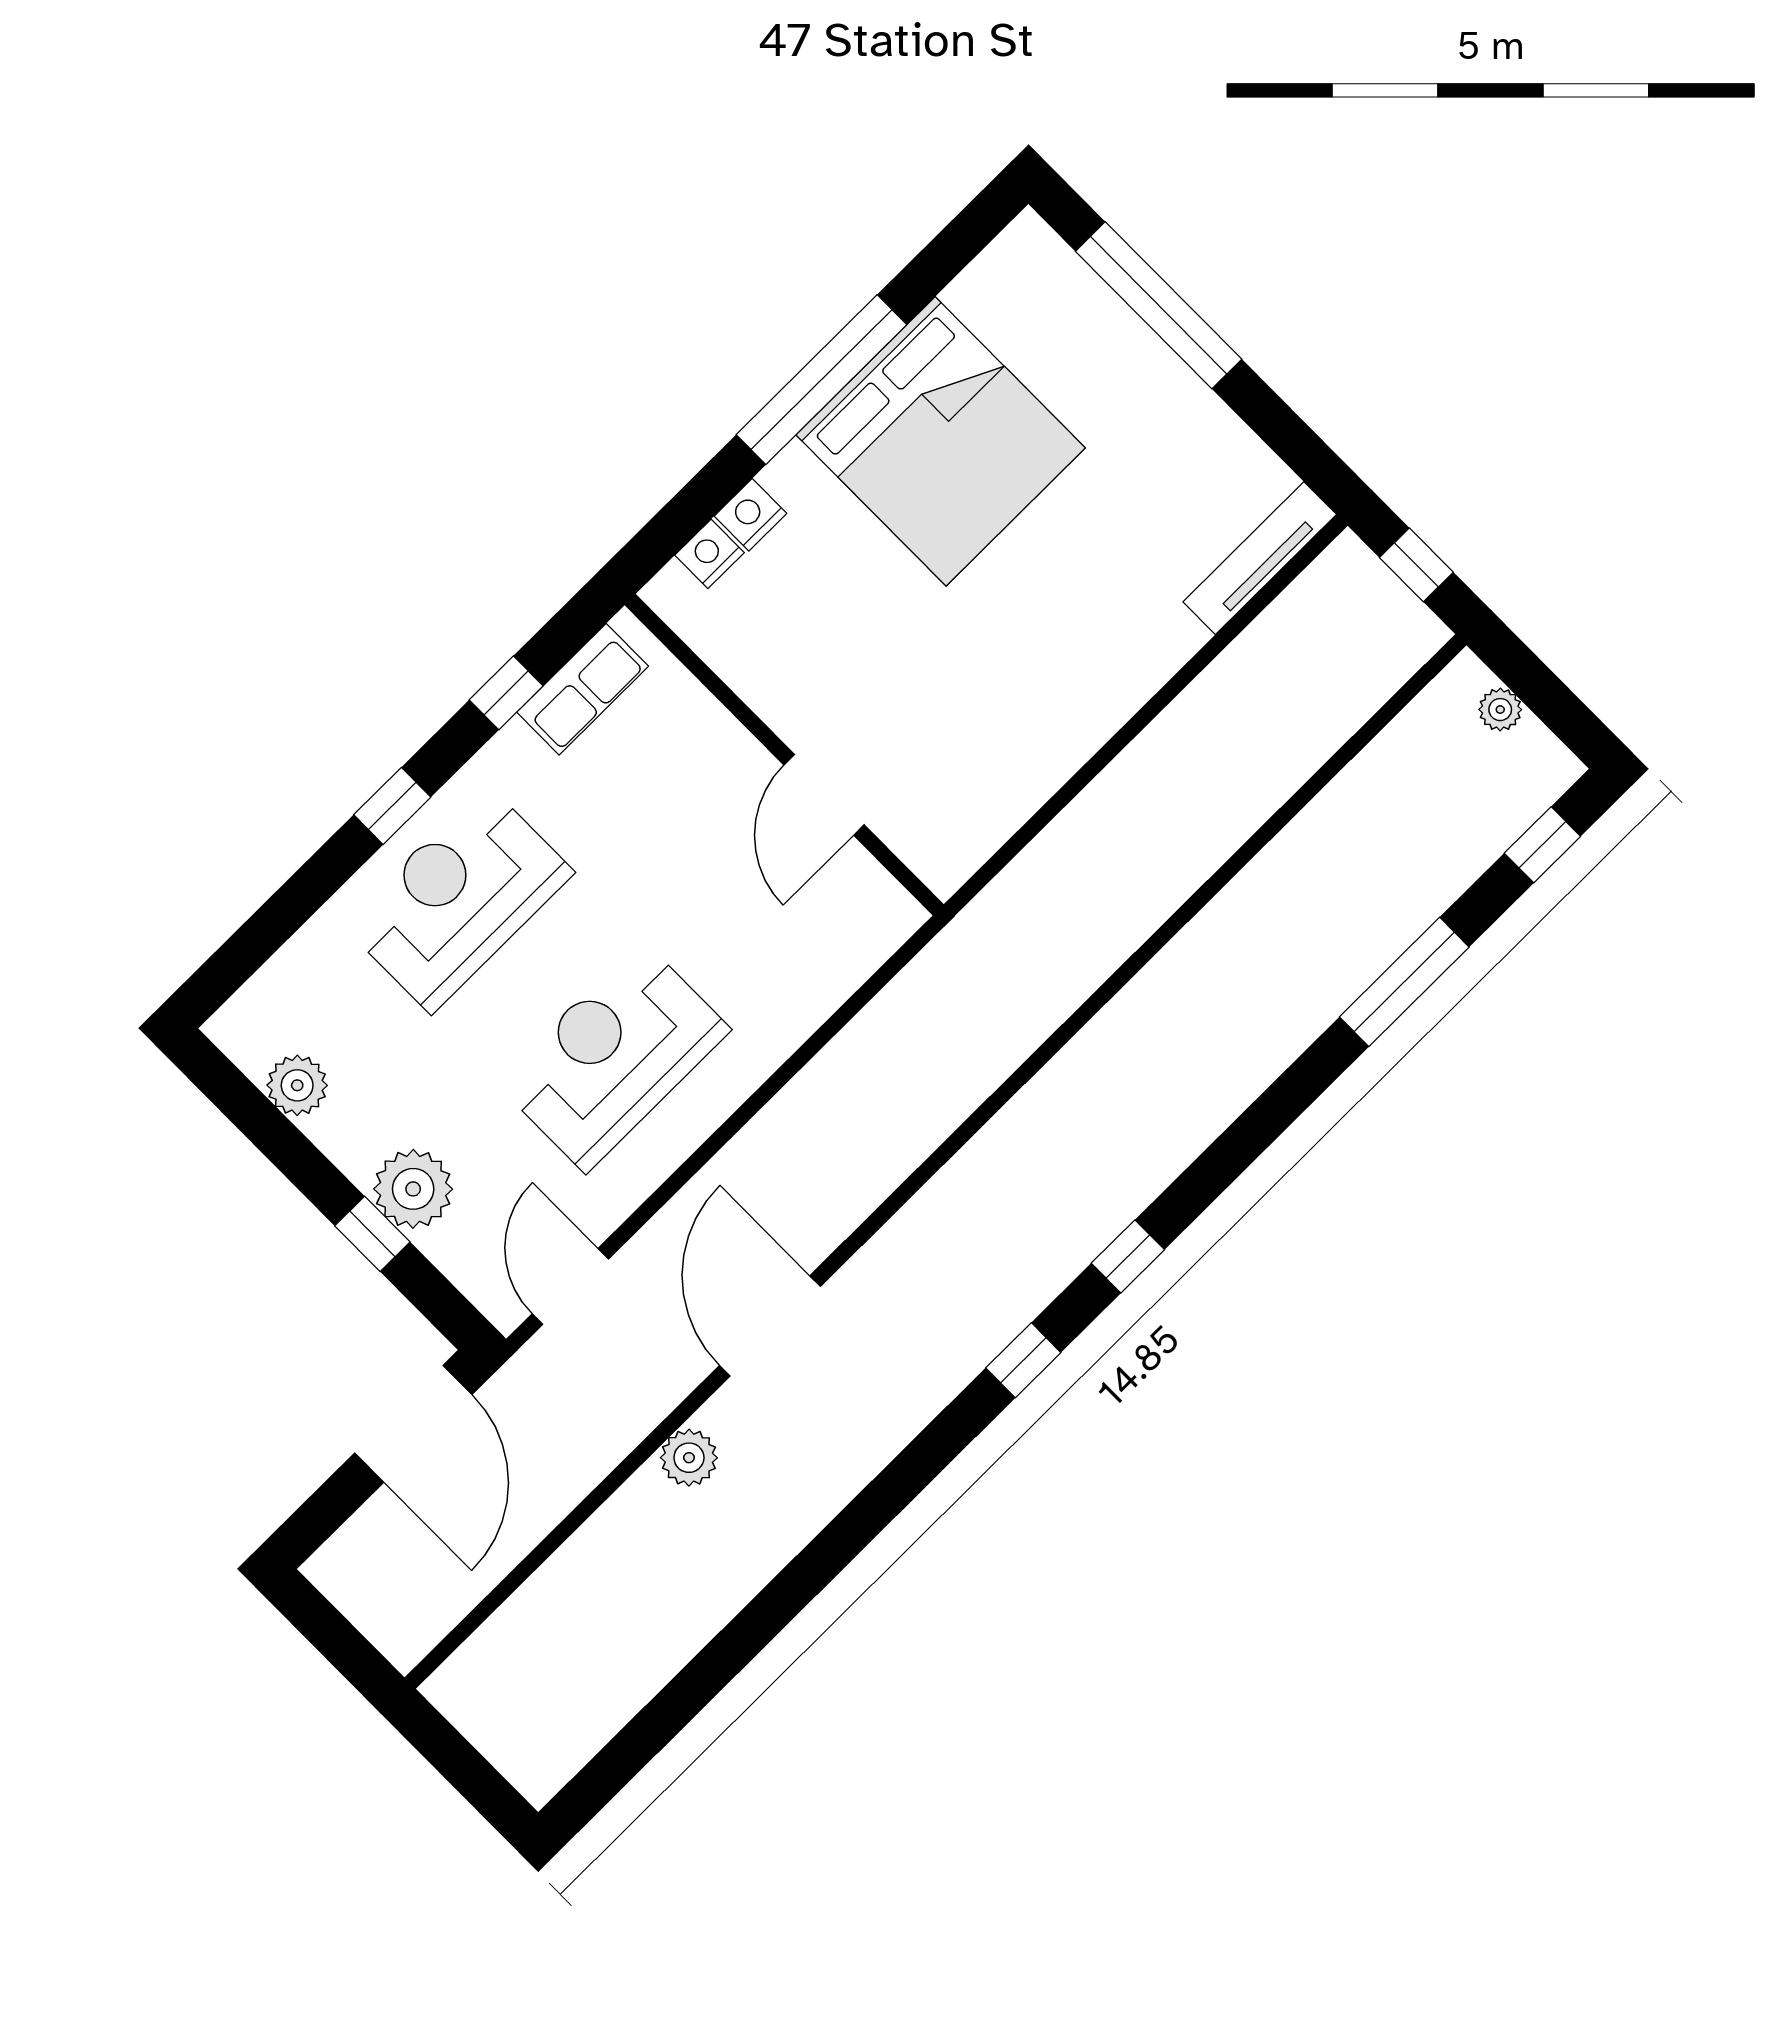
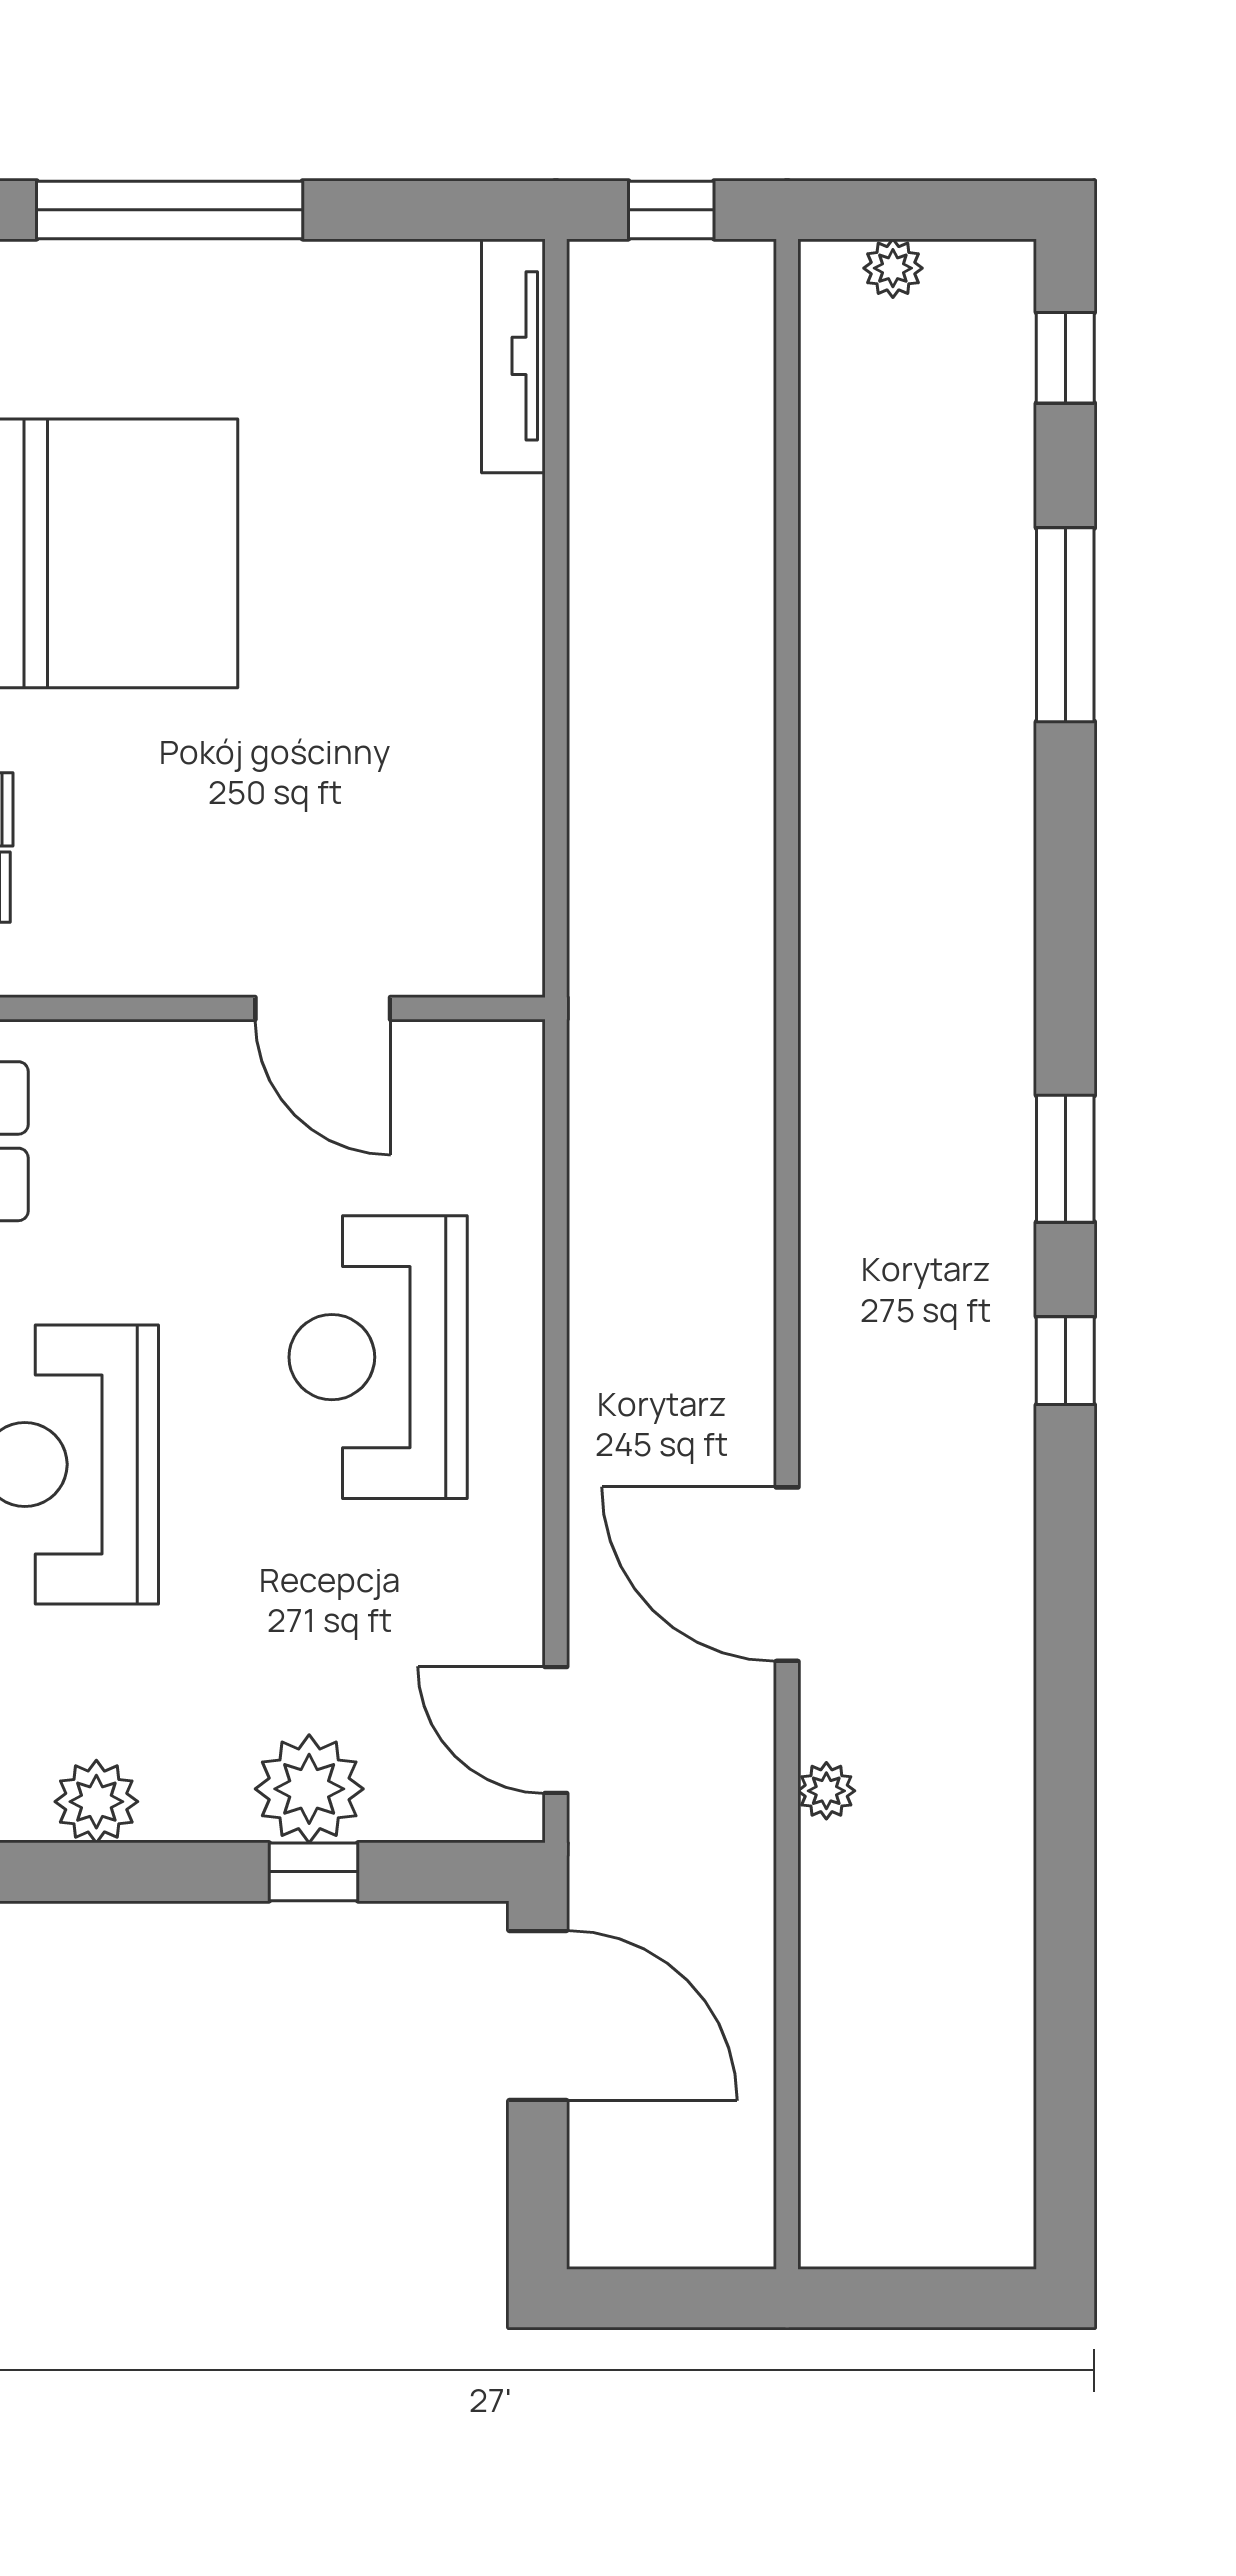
reception desk: (613, 1056) -> (378, 1357), moved
window: (1128, 1256) -> (1065, 1159), width x1.50
plant: (689, 1458) -> (826, 1791), width x0.73, depth x0.73

